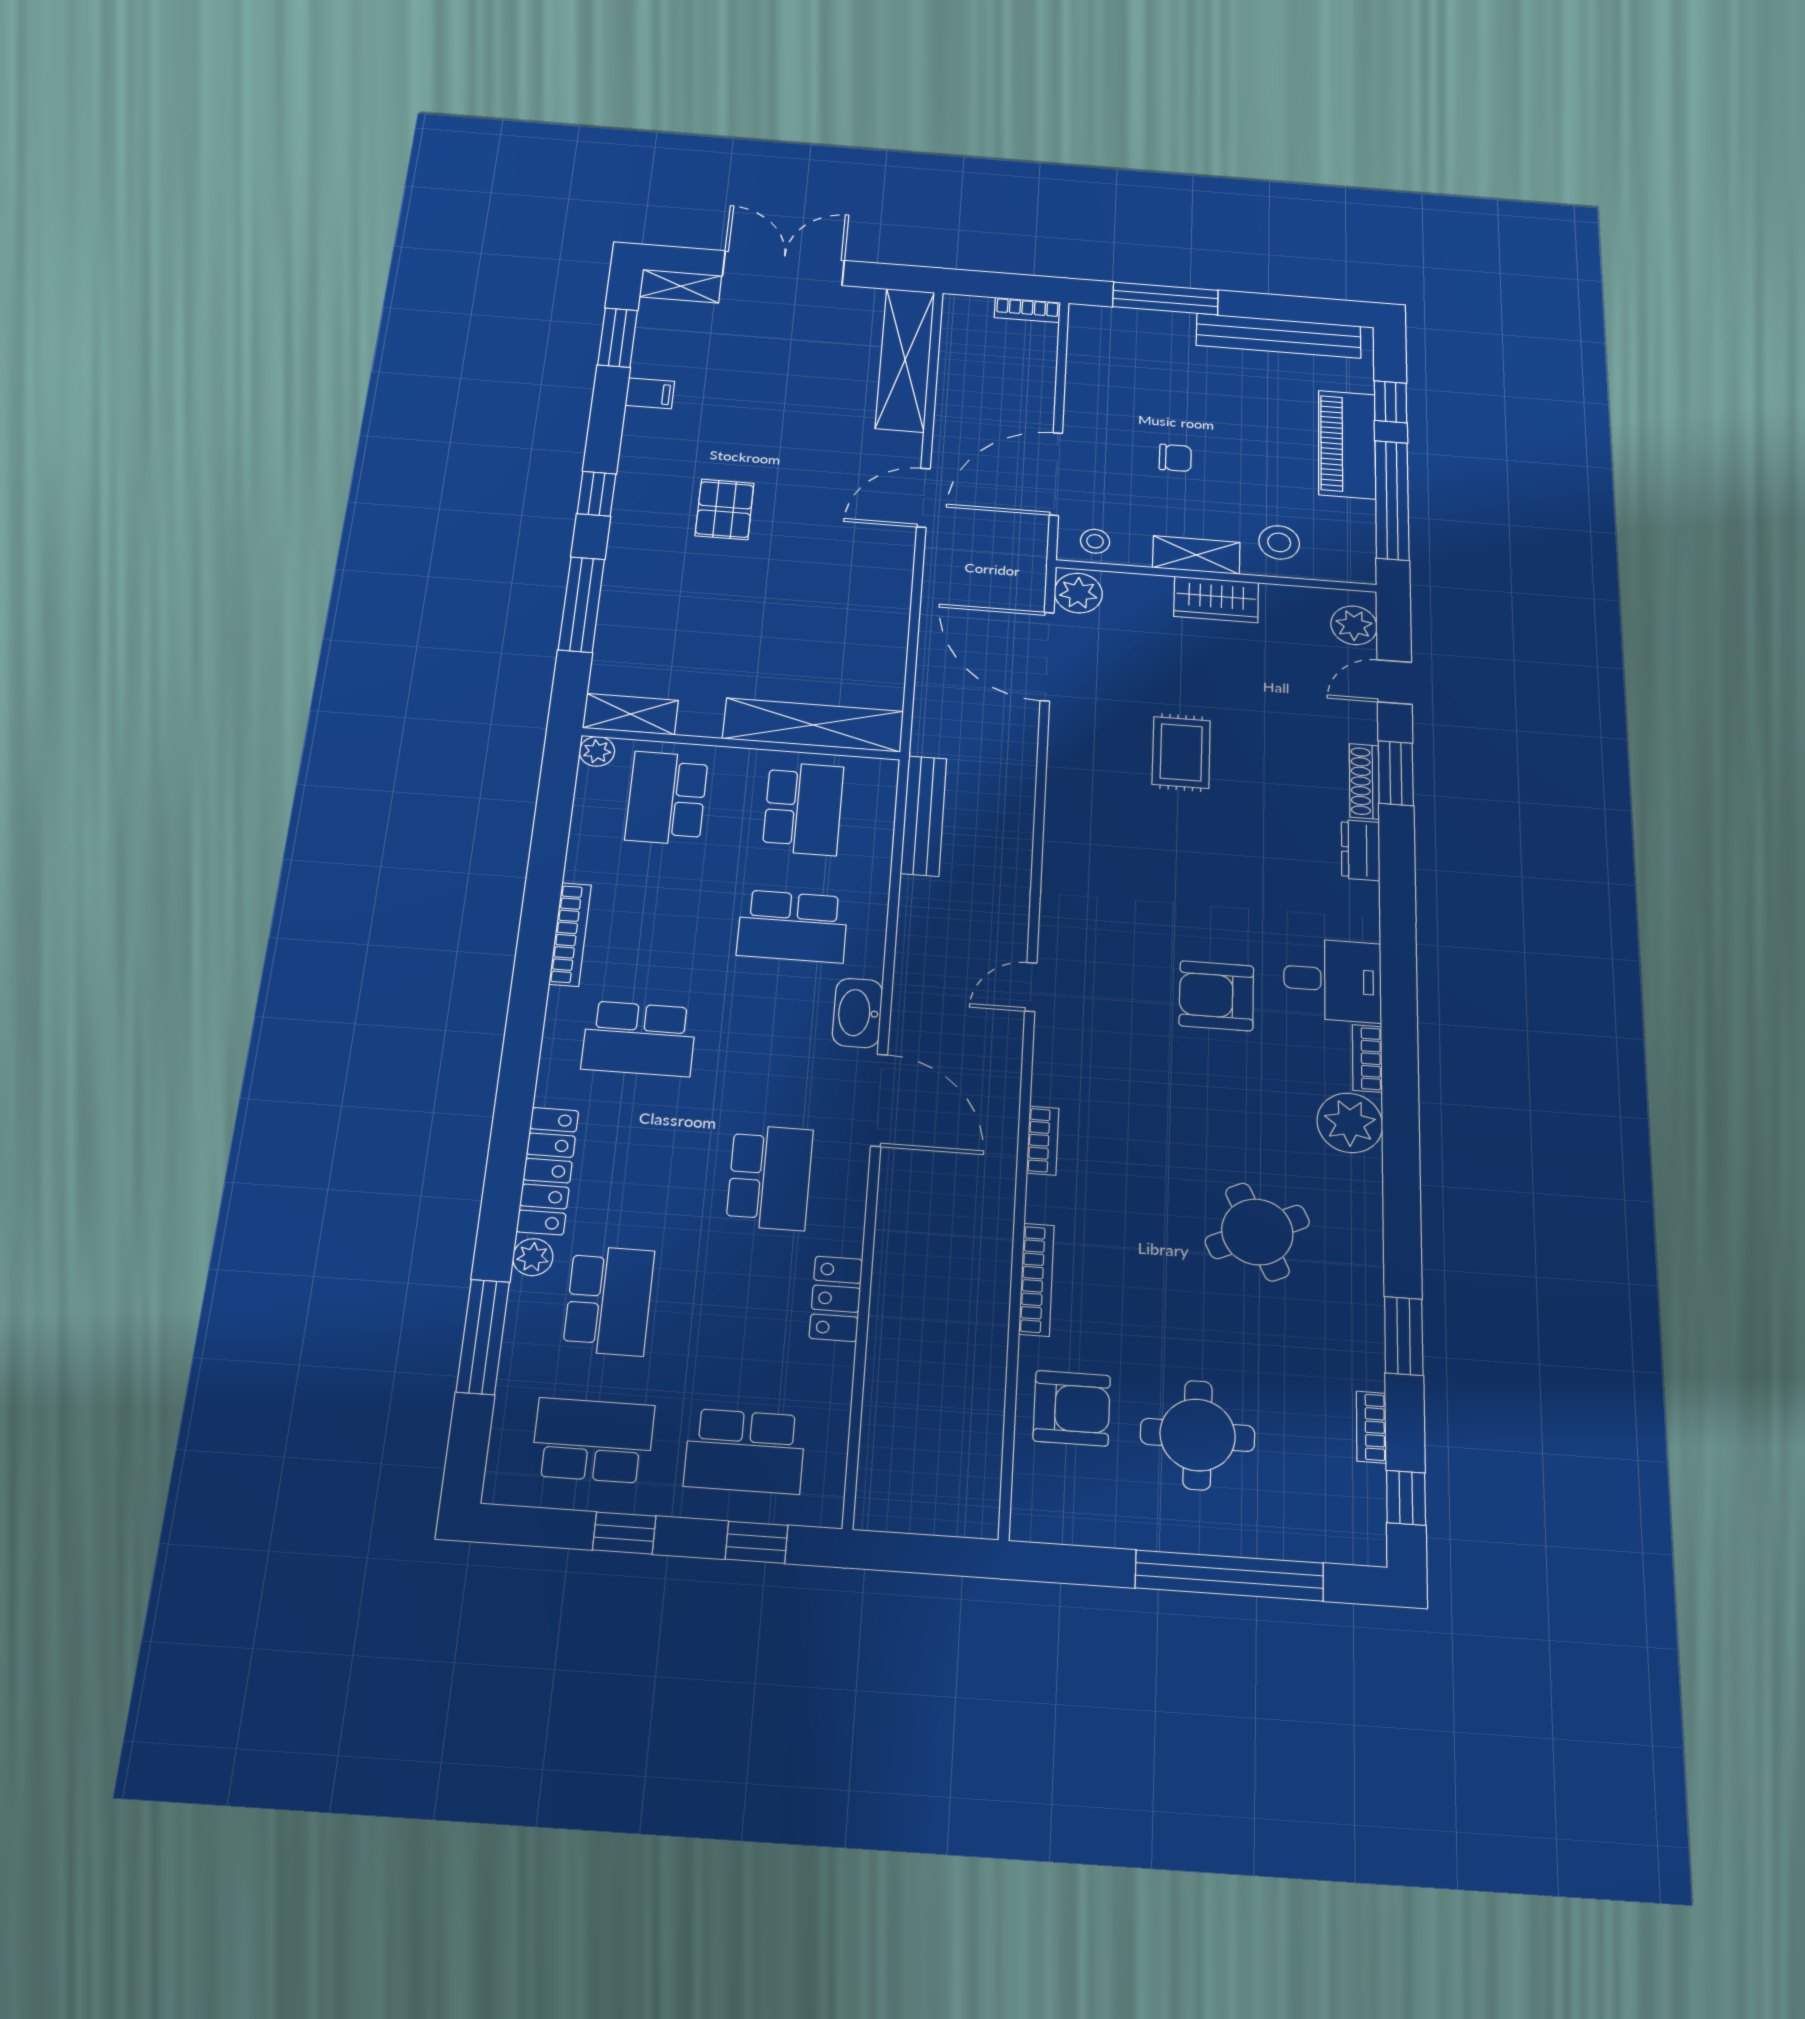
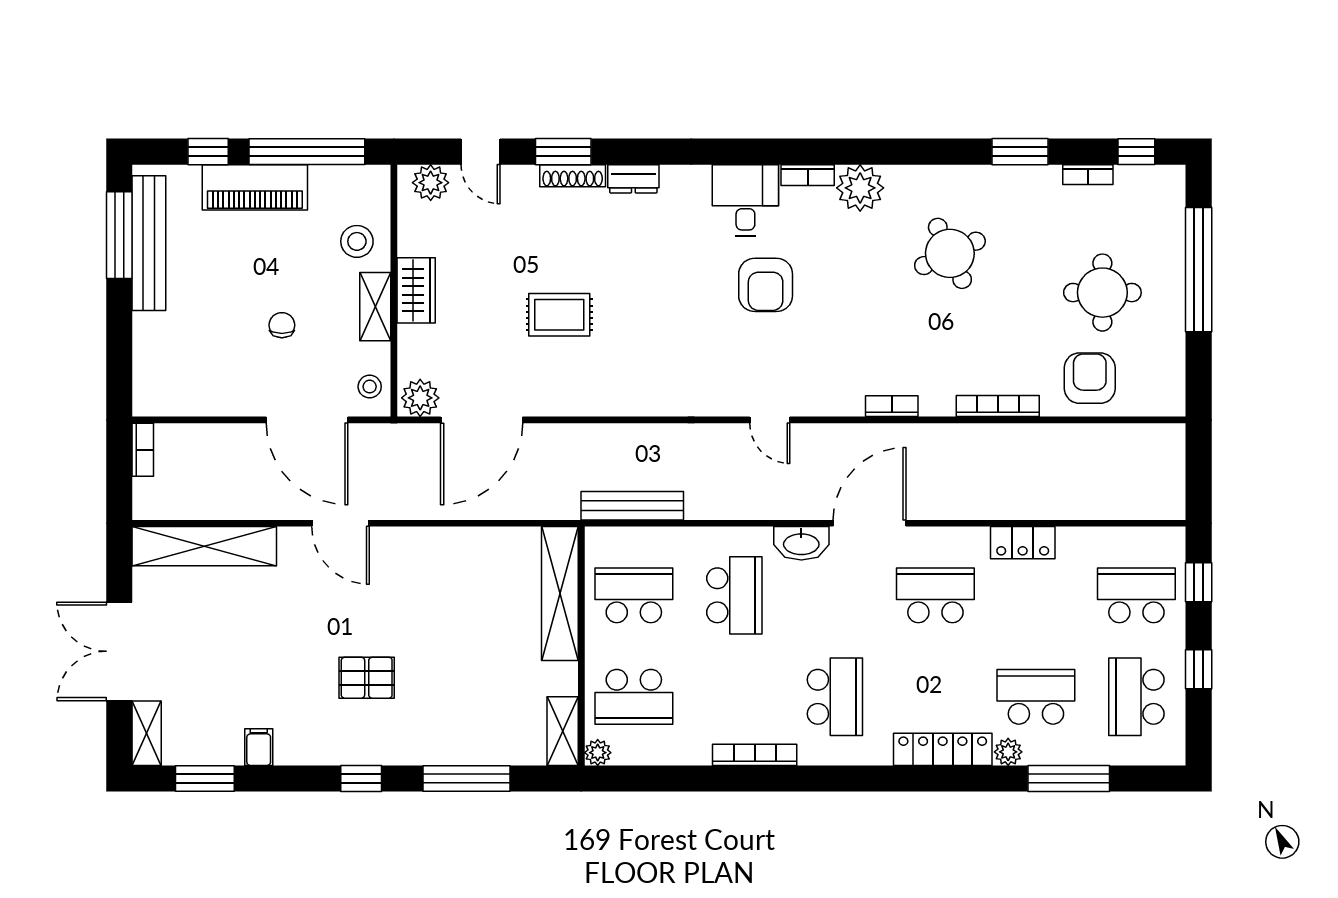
window: (1165, 298) -> (119, 235), moved
school desk: (745, 1451) -> (1136, 595), turned -90

